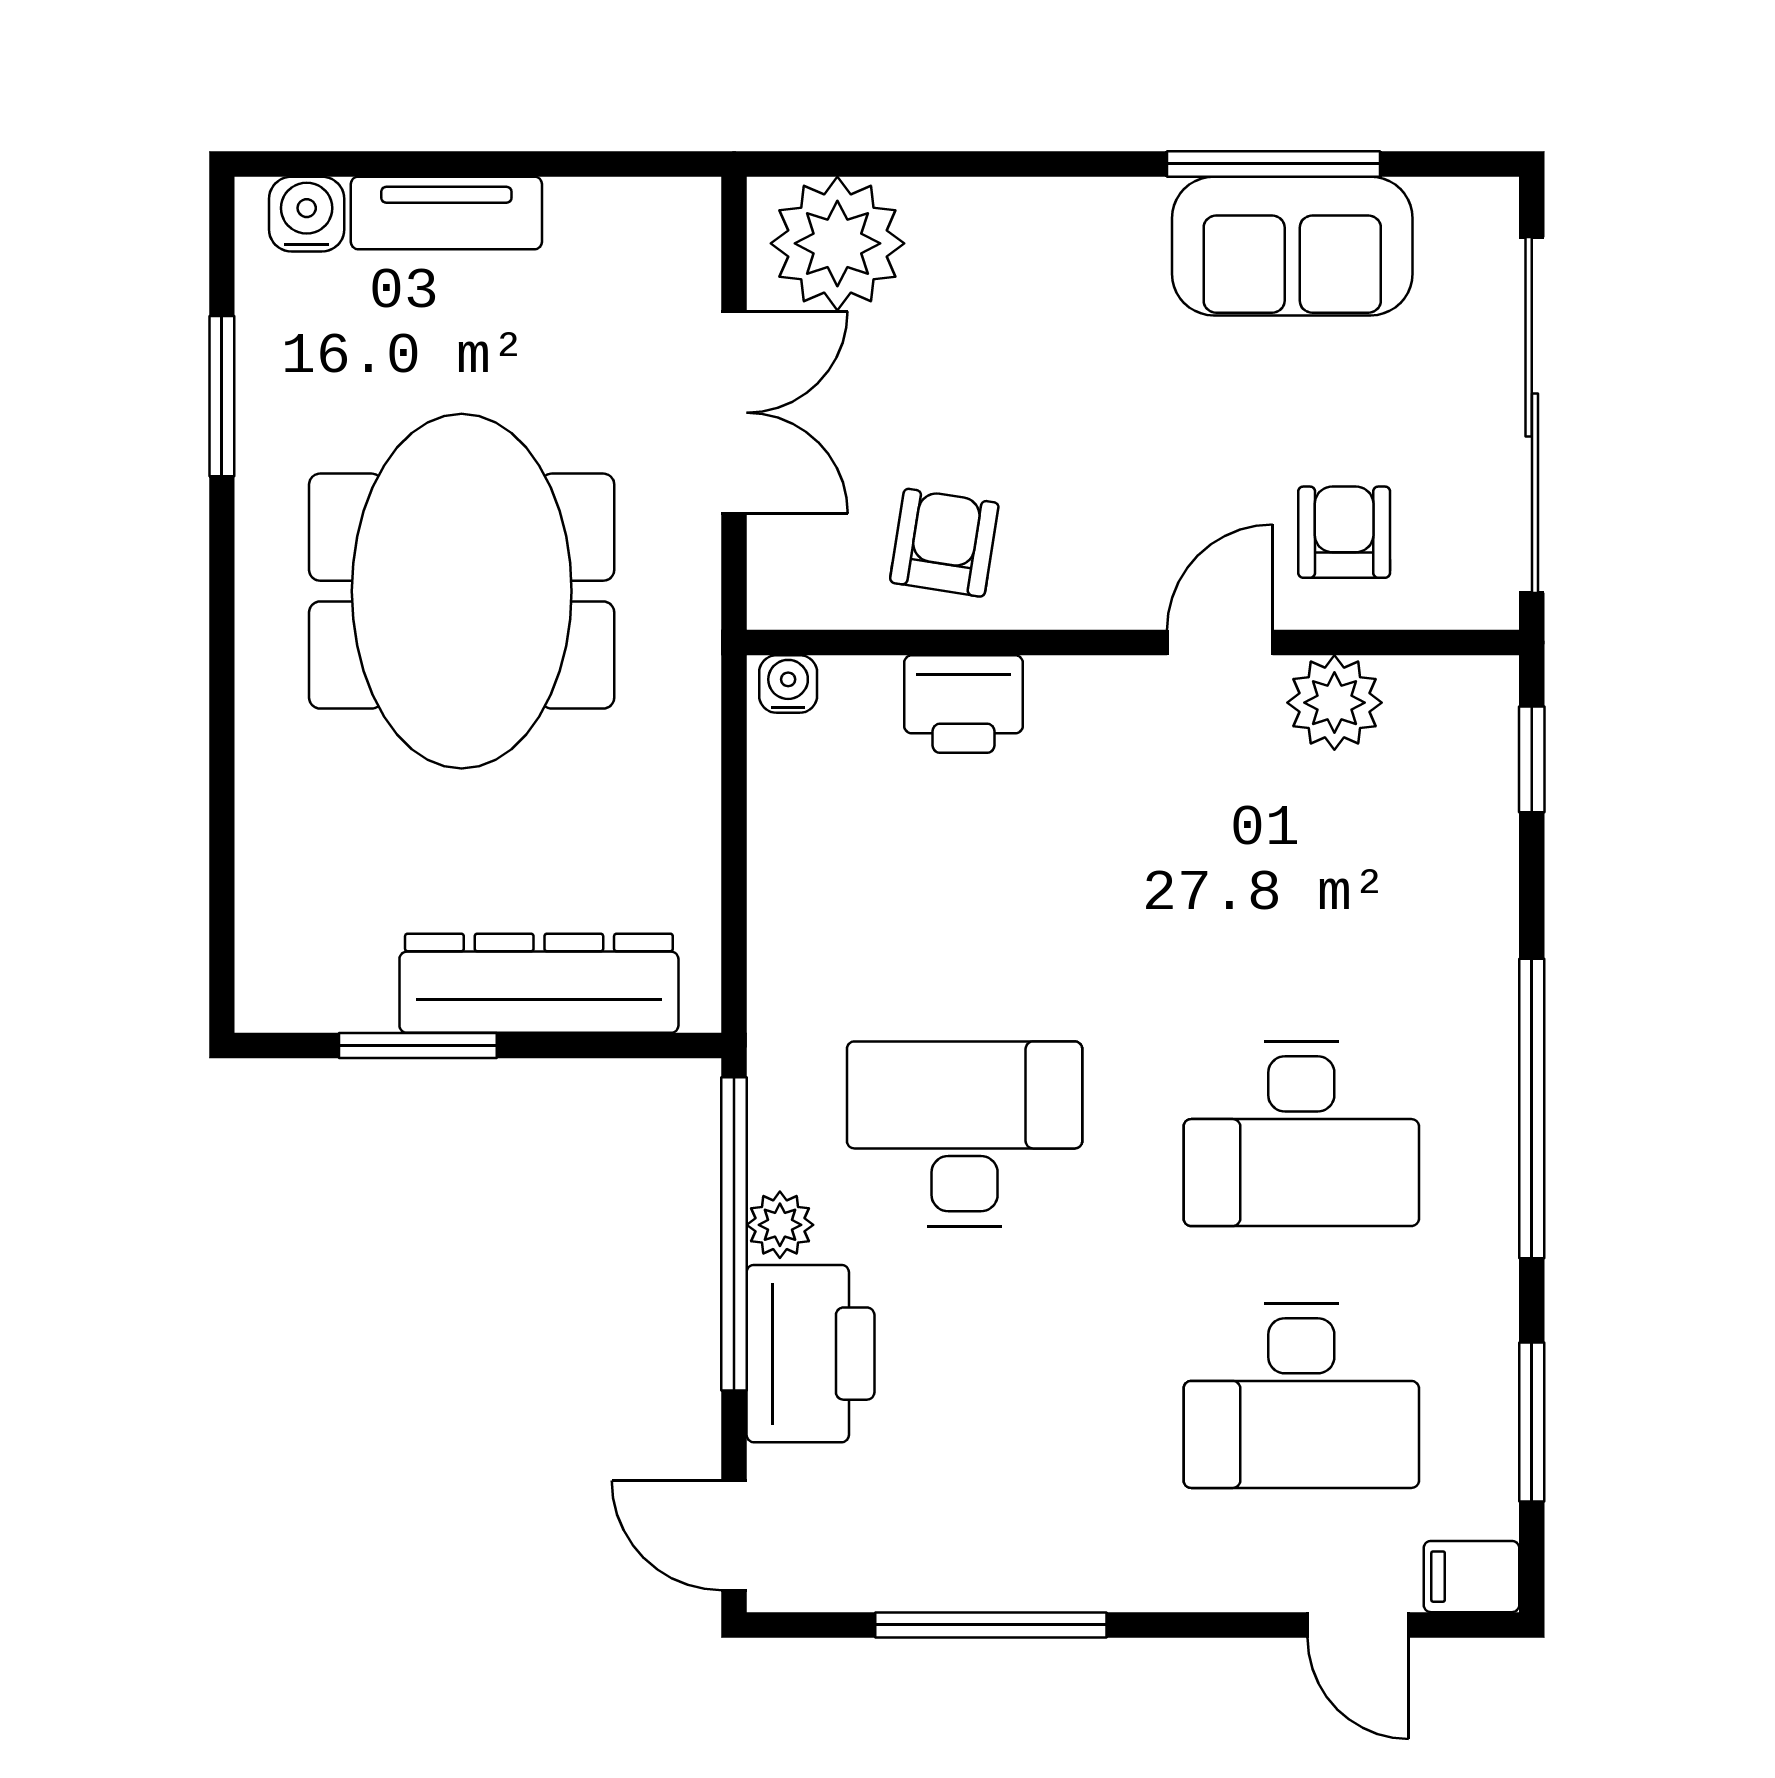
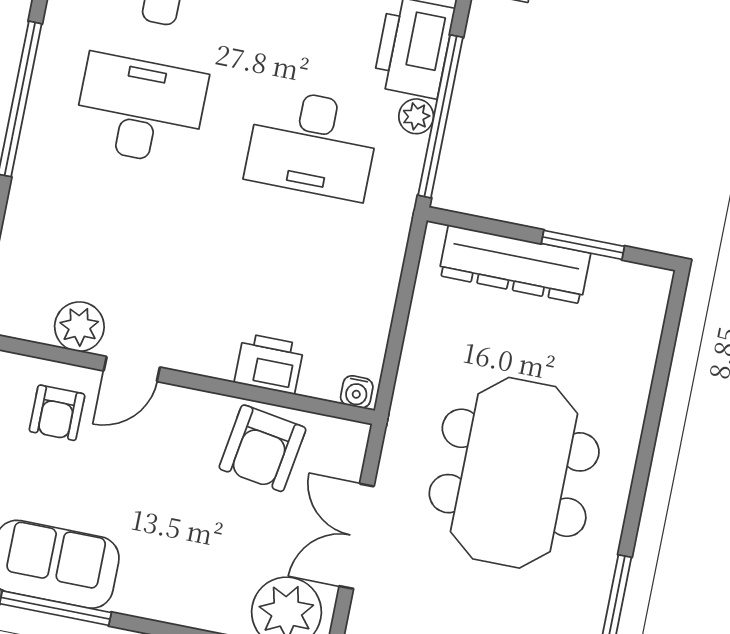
armchair: (944, 543) -> (262, 448), width x1.38, depth x1.38

